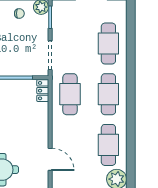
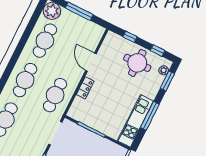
locker: (43, 91) -> (85, 88), moved
door: (50, 159) -> (91, 62), moved

